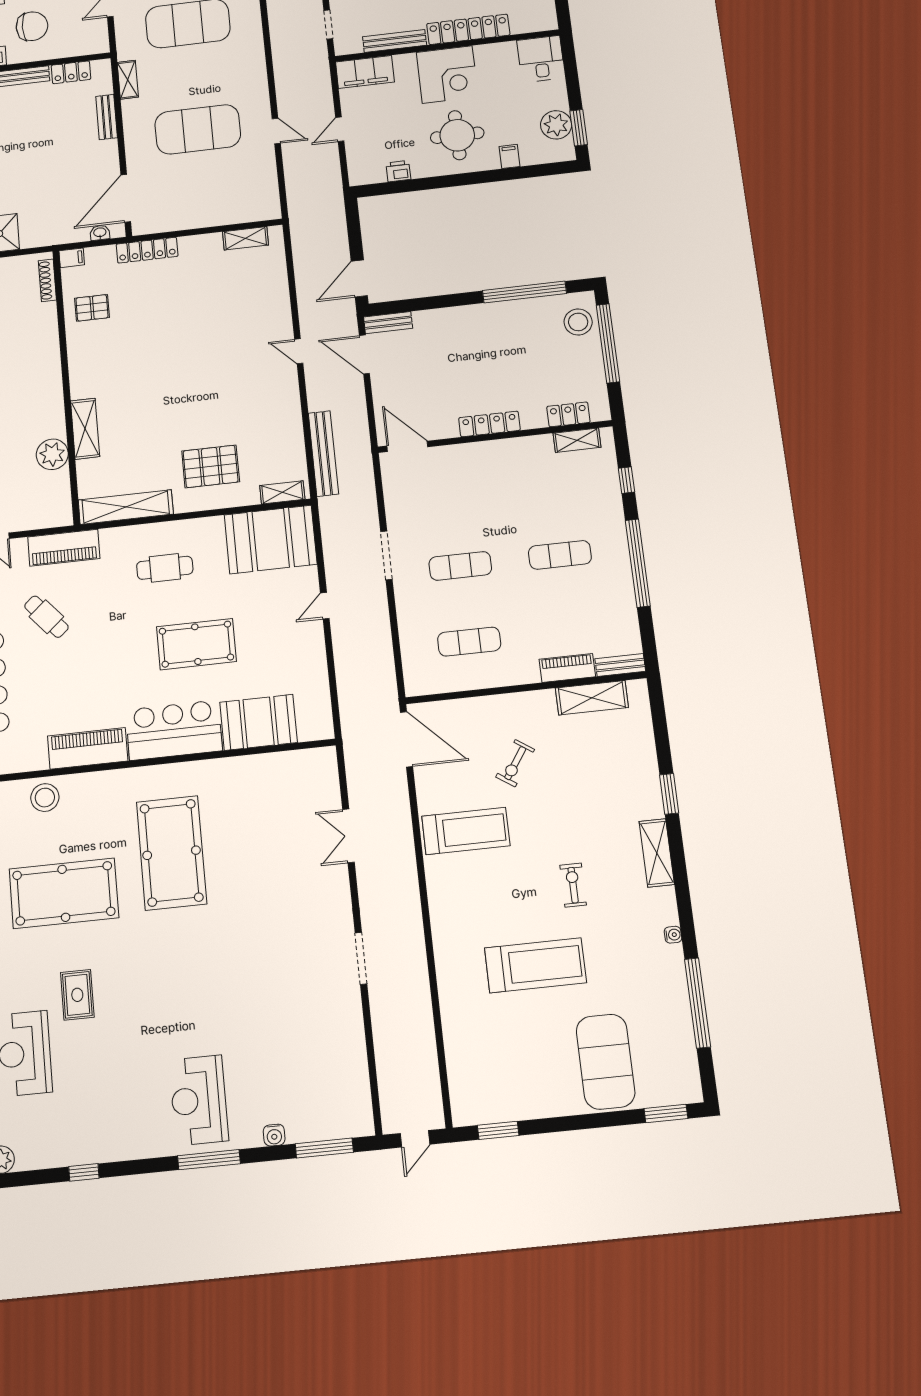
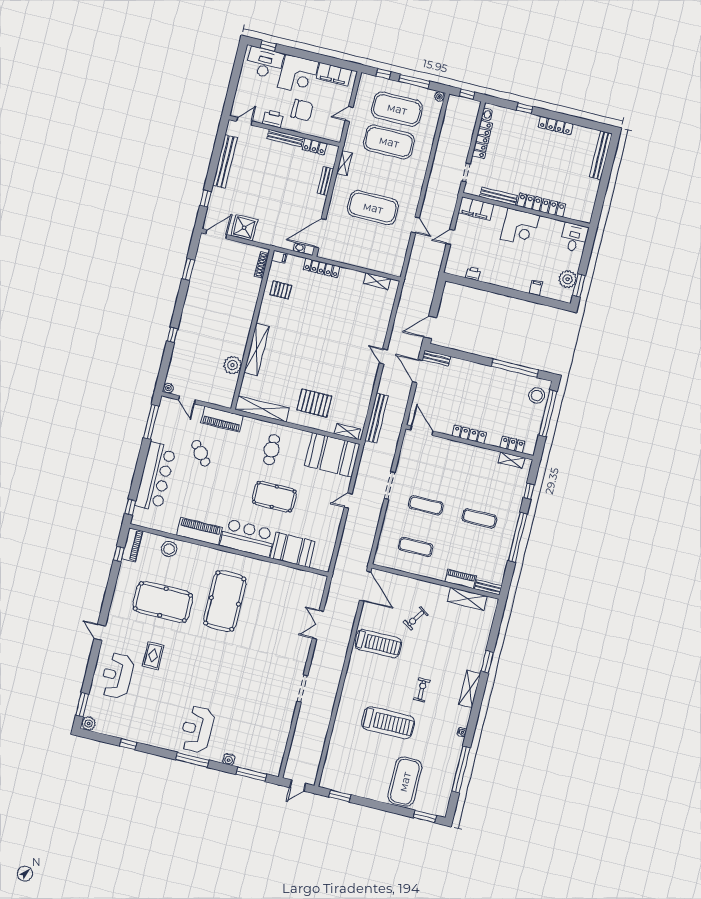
round table: (457, 135) -> (512, 265), removed
shelving: (85, 429) -> (257, 349), width x1.47
cafe table: (165, 568) -> (272, 450), turned 90

